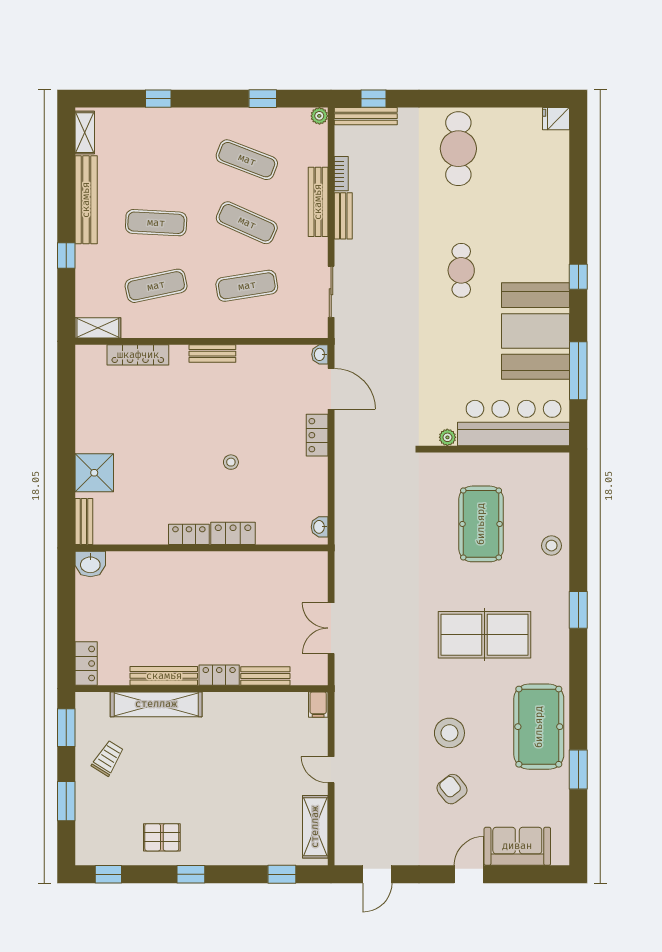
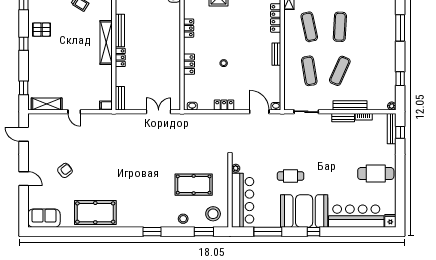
window: (158, 99) -> (400, 28), width x2.17
exercise mat: (247, 160) -> (370, 71), removed
bar counter: (546, 189) -> (356, 216), added
cafe table: (461, 270) -> (291, 176), moved
booth: (536, 331) -> (304, 211), moved
door: (331, 389) -> (259, 112), swing flipped
locker: (317, 435) -> (224, 105), moved
locker: (189, 534) -> (189, 28), moved
double door: (331, 628) -> (159, 112), moved
table tennis table: (484, 635) -> (140, 186), removed
bench: (265, 676) -> (120, 98), moved
shelving: (156, 704) -> (106, 42), moved
stool: (449, 733) -> (213, 214), moved
window: (578, 769) -> (204, 232), moved
door: (331, 770) -> (74, 112), swing flipped
pallet: (162, 837) -> (42, 30), turned 90
sofa: (517, 846) -> (44, 218), moved, turned -90

